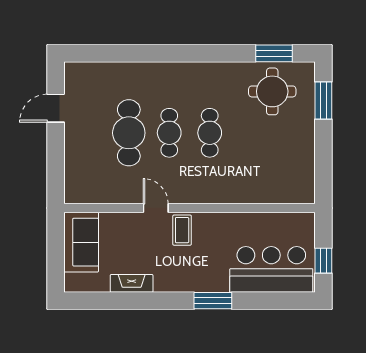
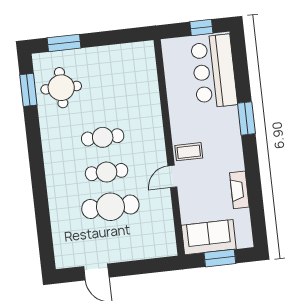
window: (56, 252) -> (220, 258), added

